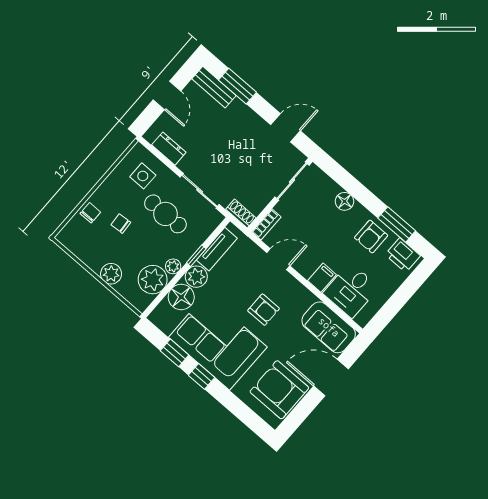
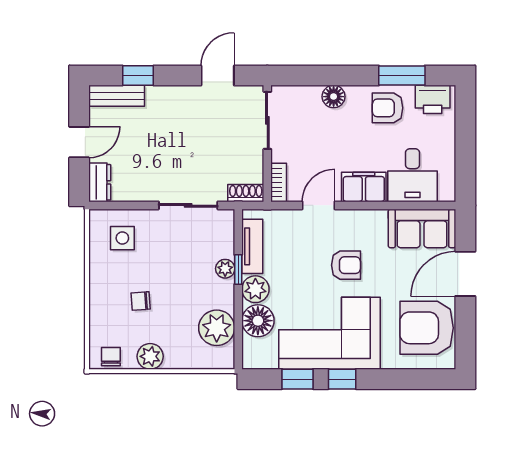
window: (237, 86) -> (138, 75), width x0.67
door: (167, 95) -> (79, 142), hinge flipped
dresser: (169, 149) -> (100, 182), moved, turned 90
chair: (90, 213) -> (111, 357), moved
cafe table: (165, 214) -> (175, 255), removed
armchair: (371, 237) -> (388, 108), turned 90
plant: (173, 266) -> (225, 269), moved
plant: (111, 274) -> (150, 356), moved
filing cabinet: (322, 278) -> (364, 187), width x2.00

